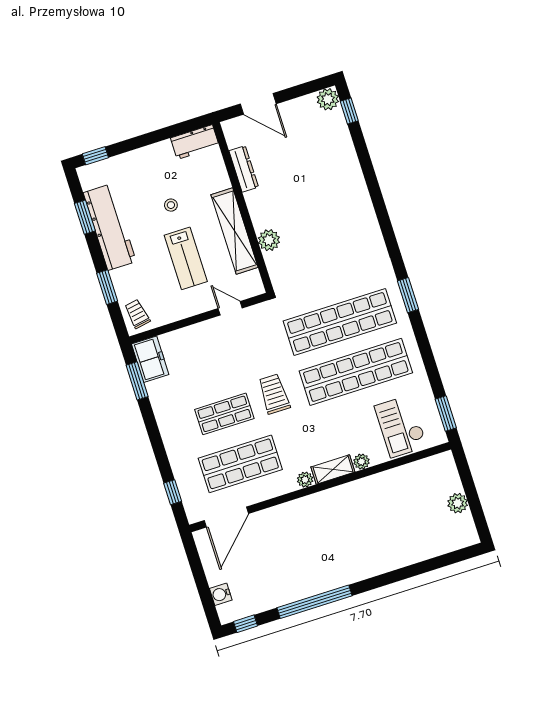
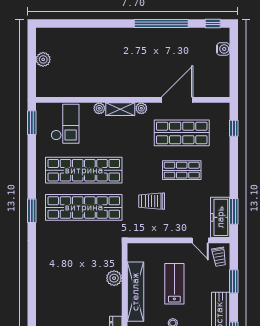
door: (230, 308) -> (200, 240), moved
freezer: (150, 359) -> (220, 217), width x1.40
trolley: (274, 394) -> (152, 201), moved, turned 90
door: (226, 517) -> (177, 100), moved

